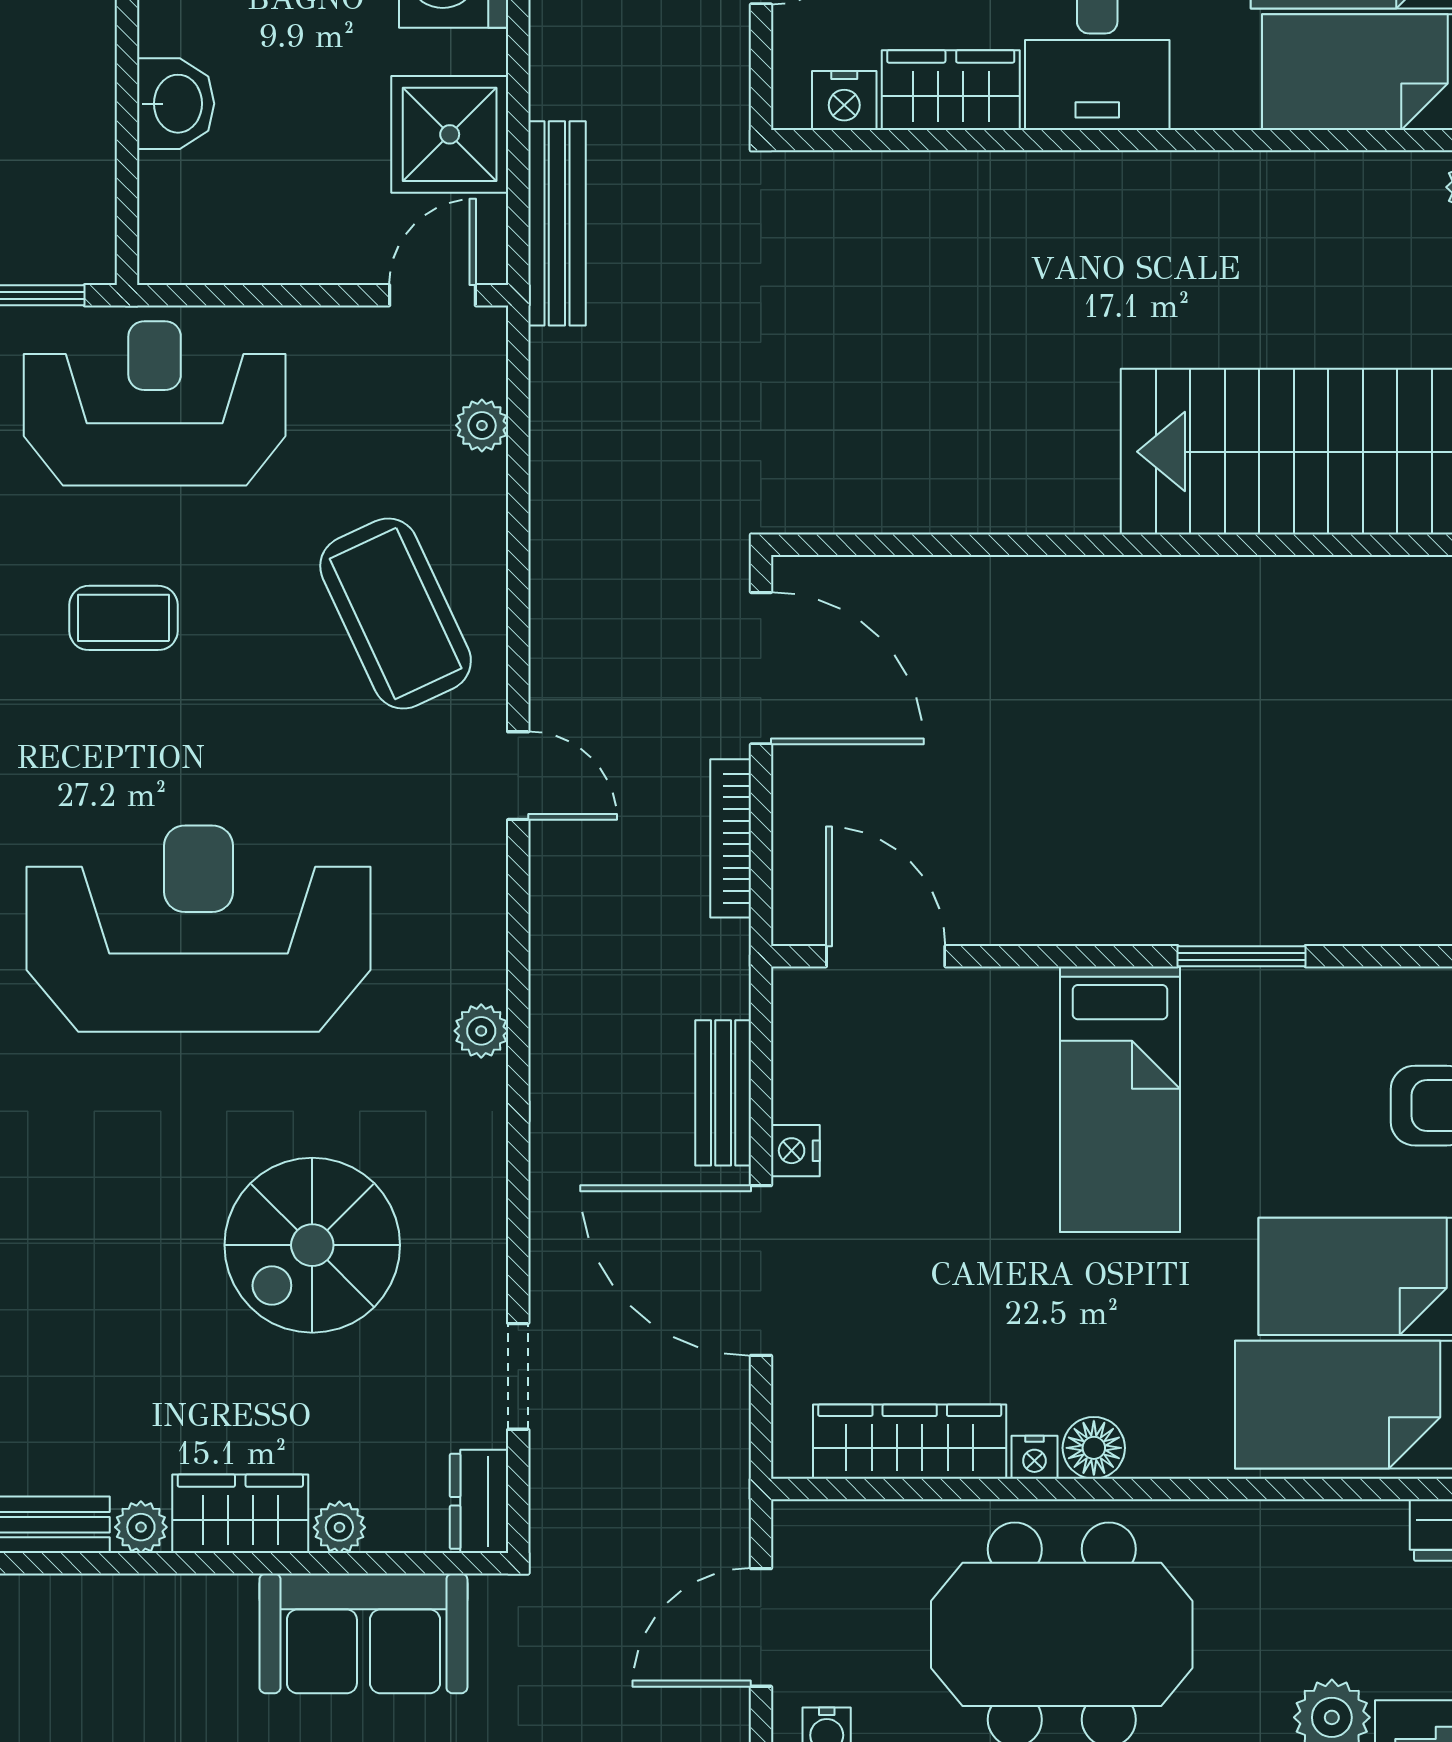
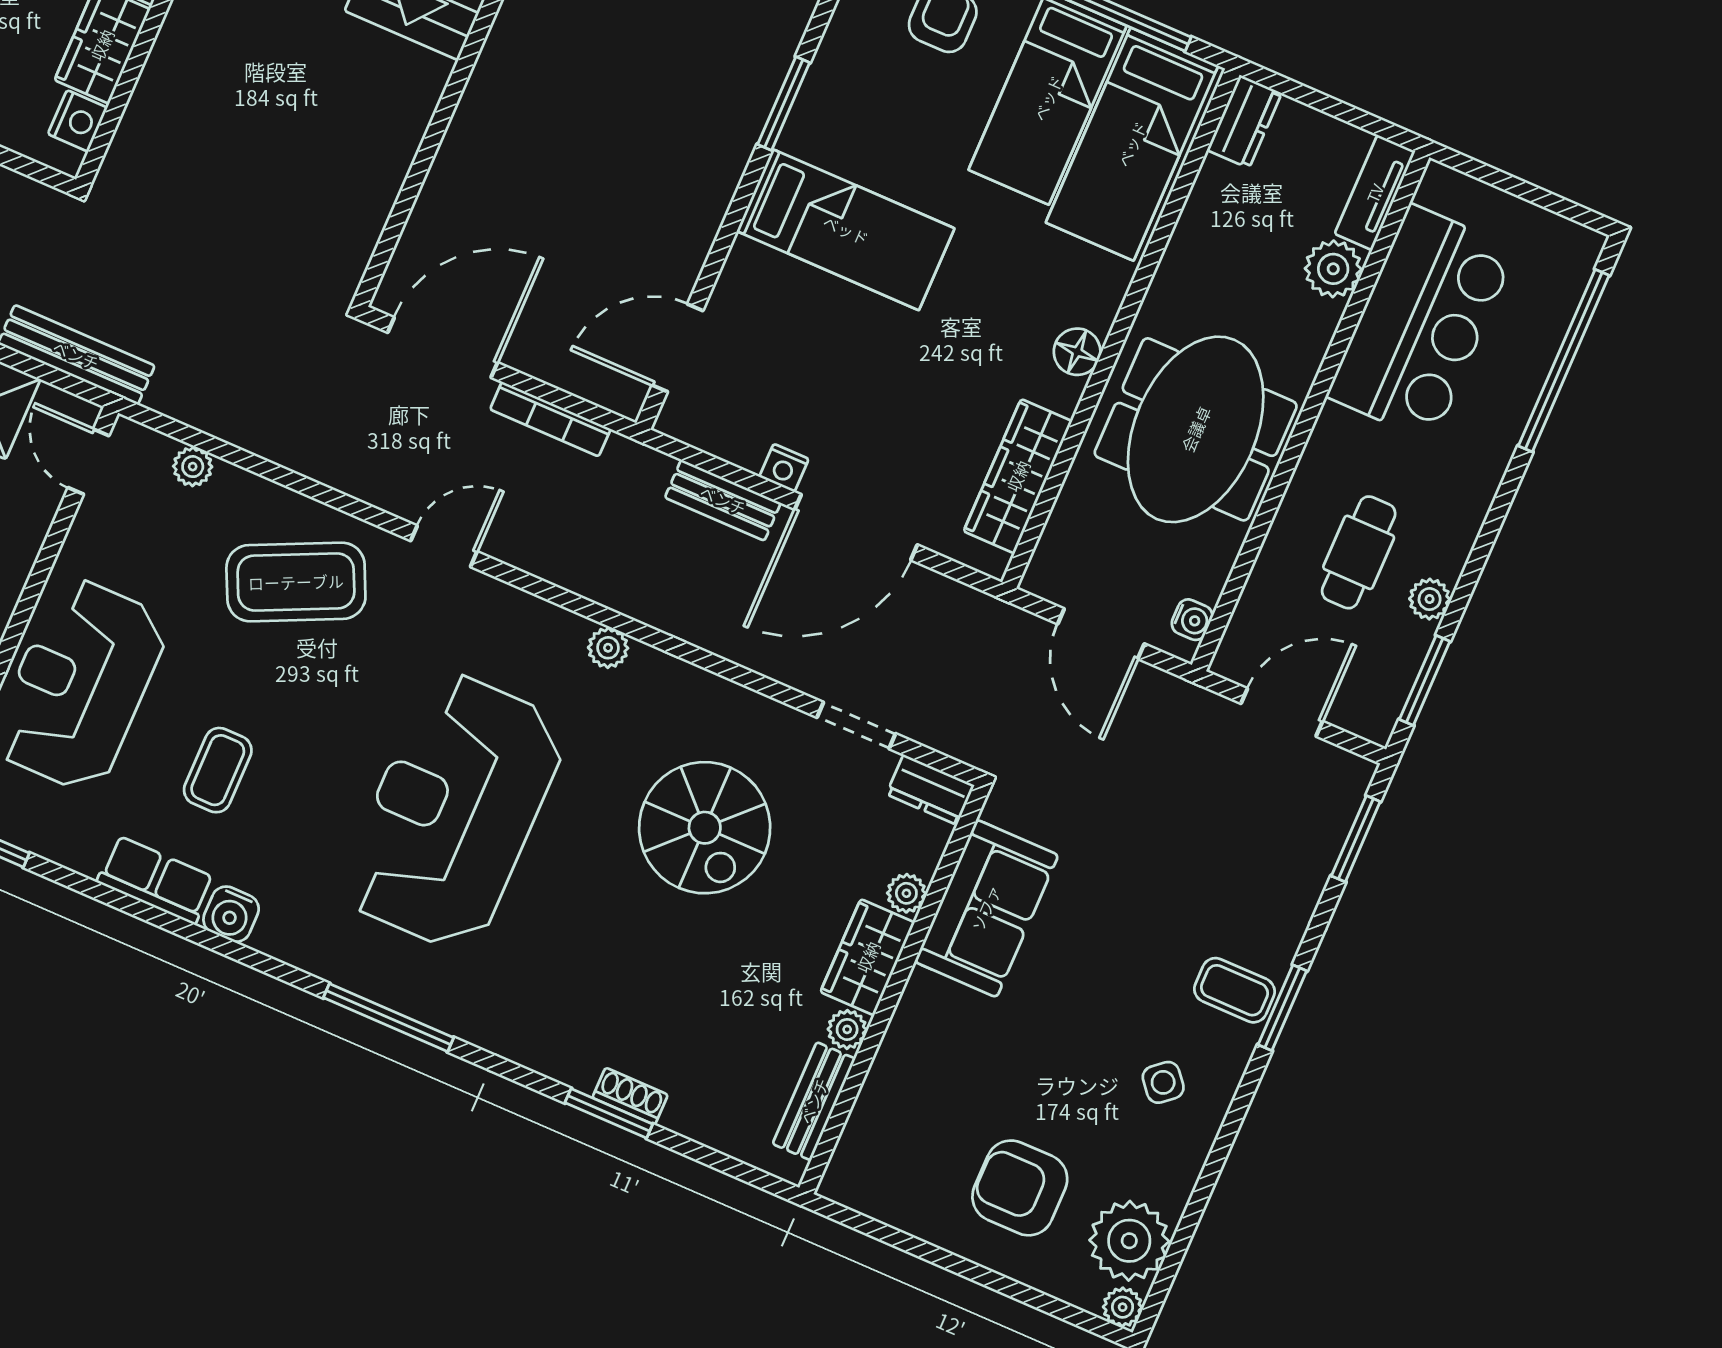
nightstand: (1034, 1457) -> (1066, 395), removed

